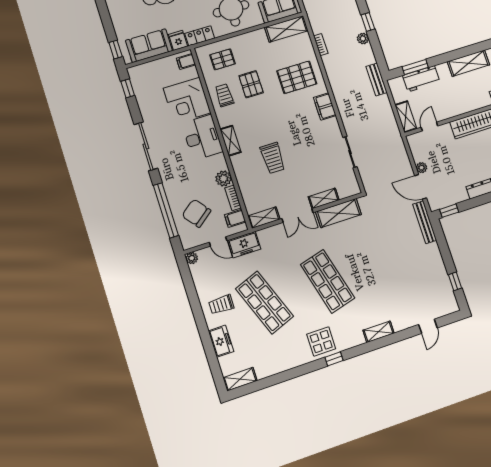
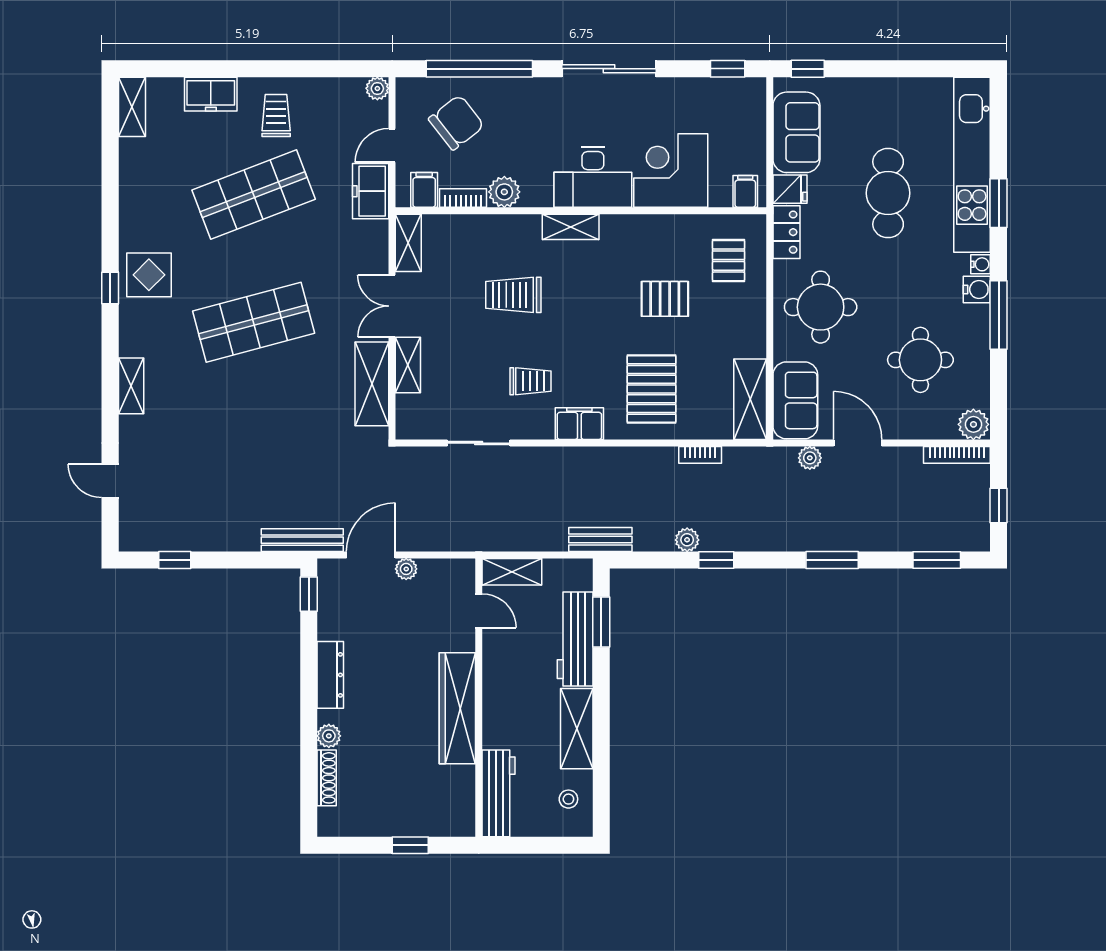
workbench: (421, 79) -> (575, 639), width x1.38
trolley: (224, 95) -> (530, 381), moved

